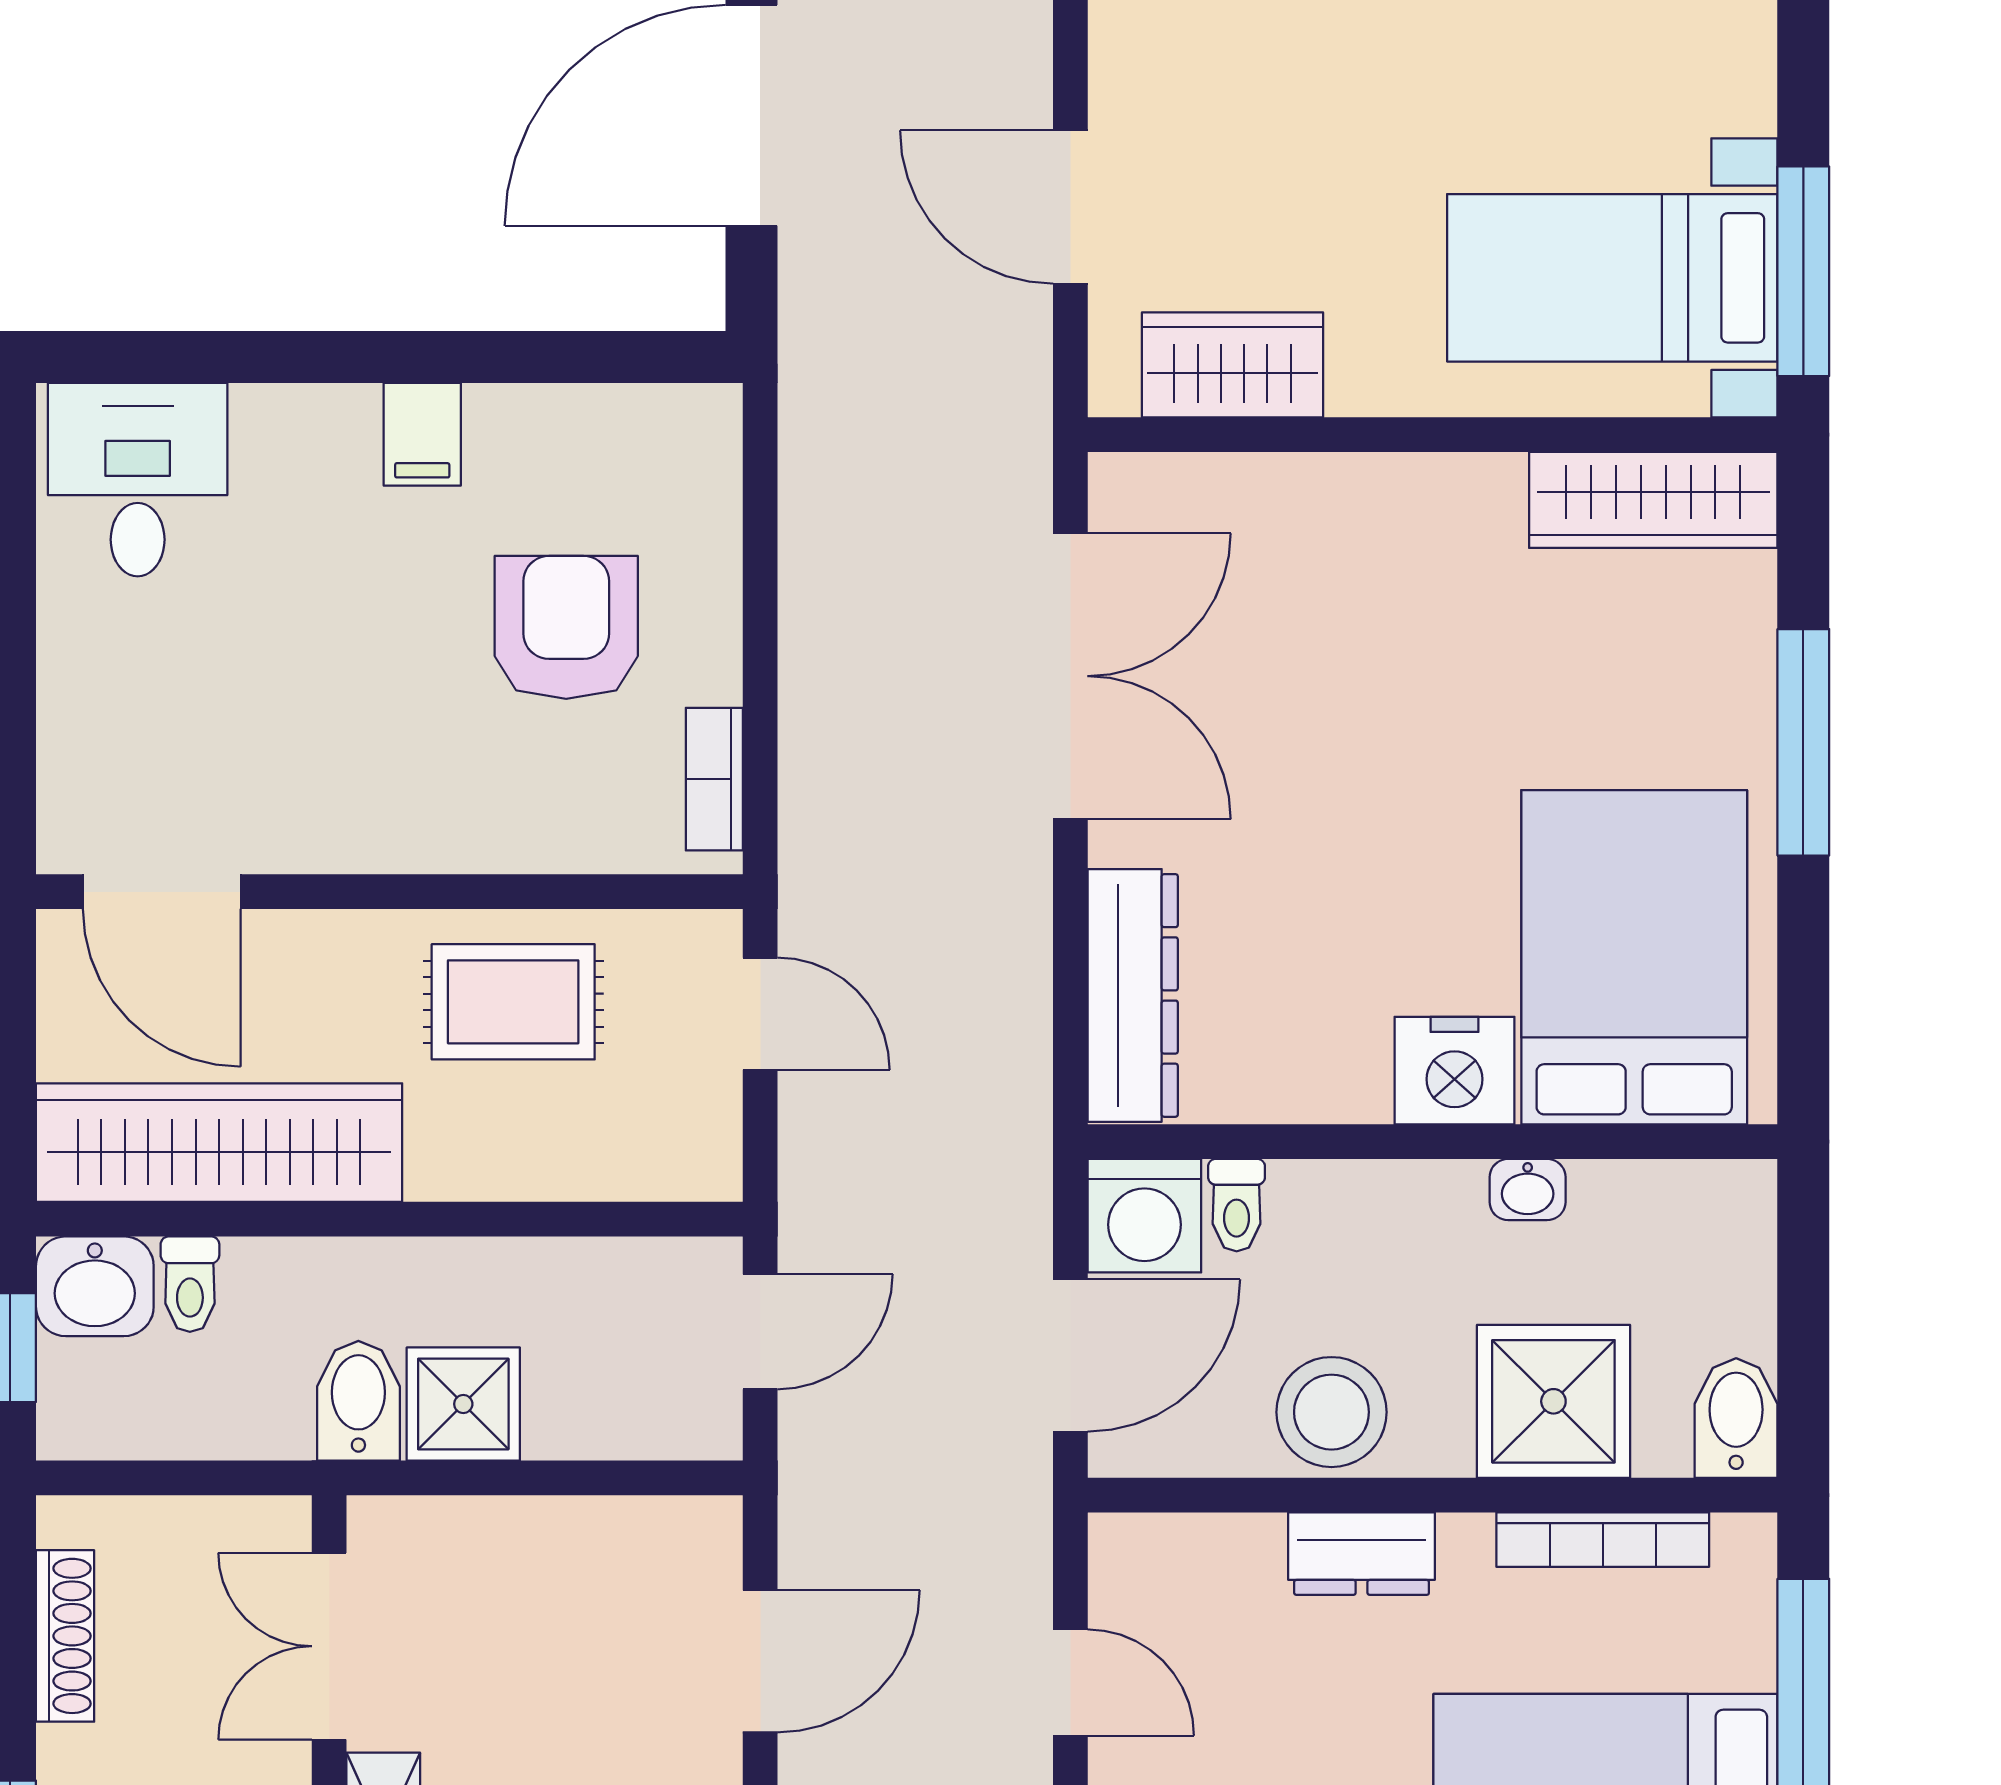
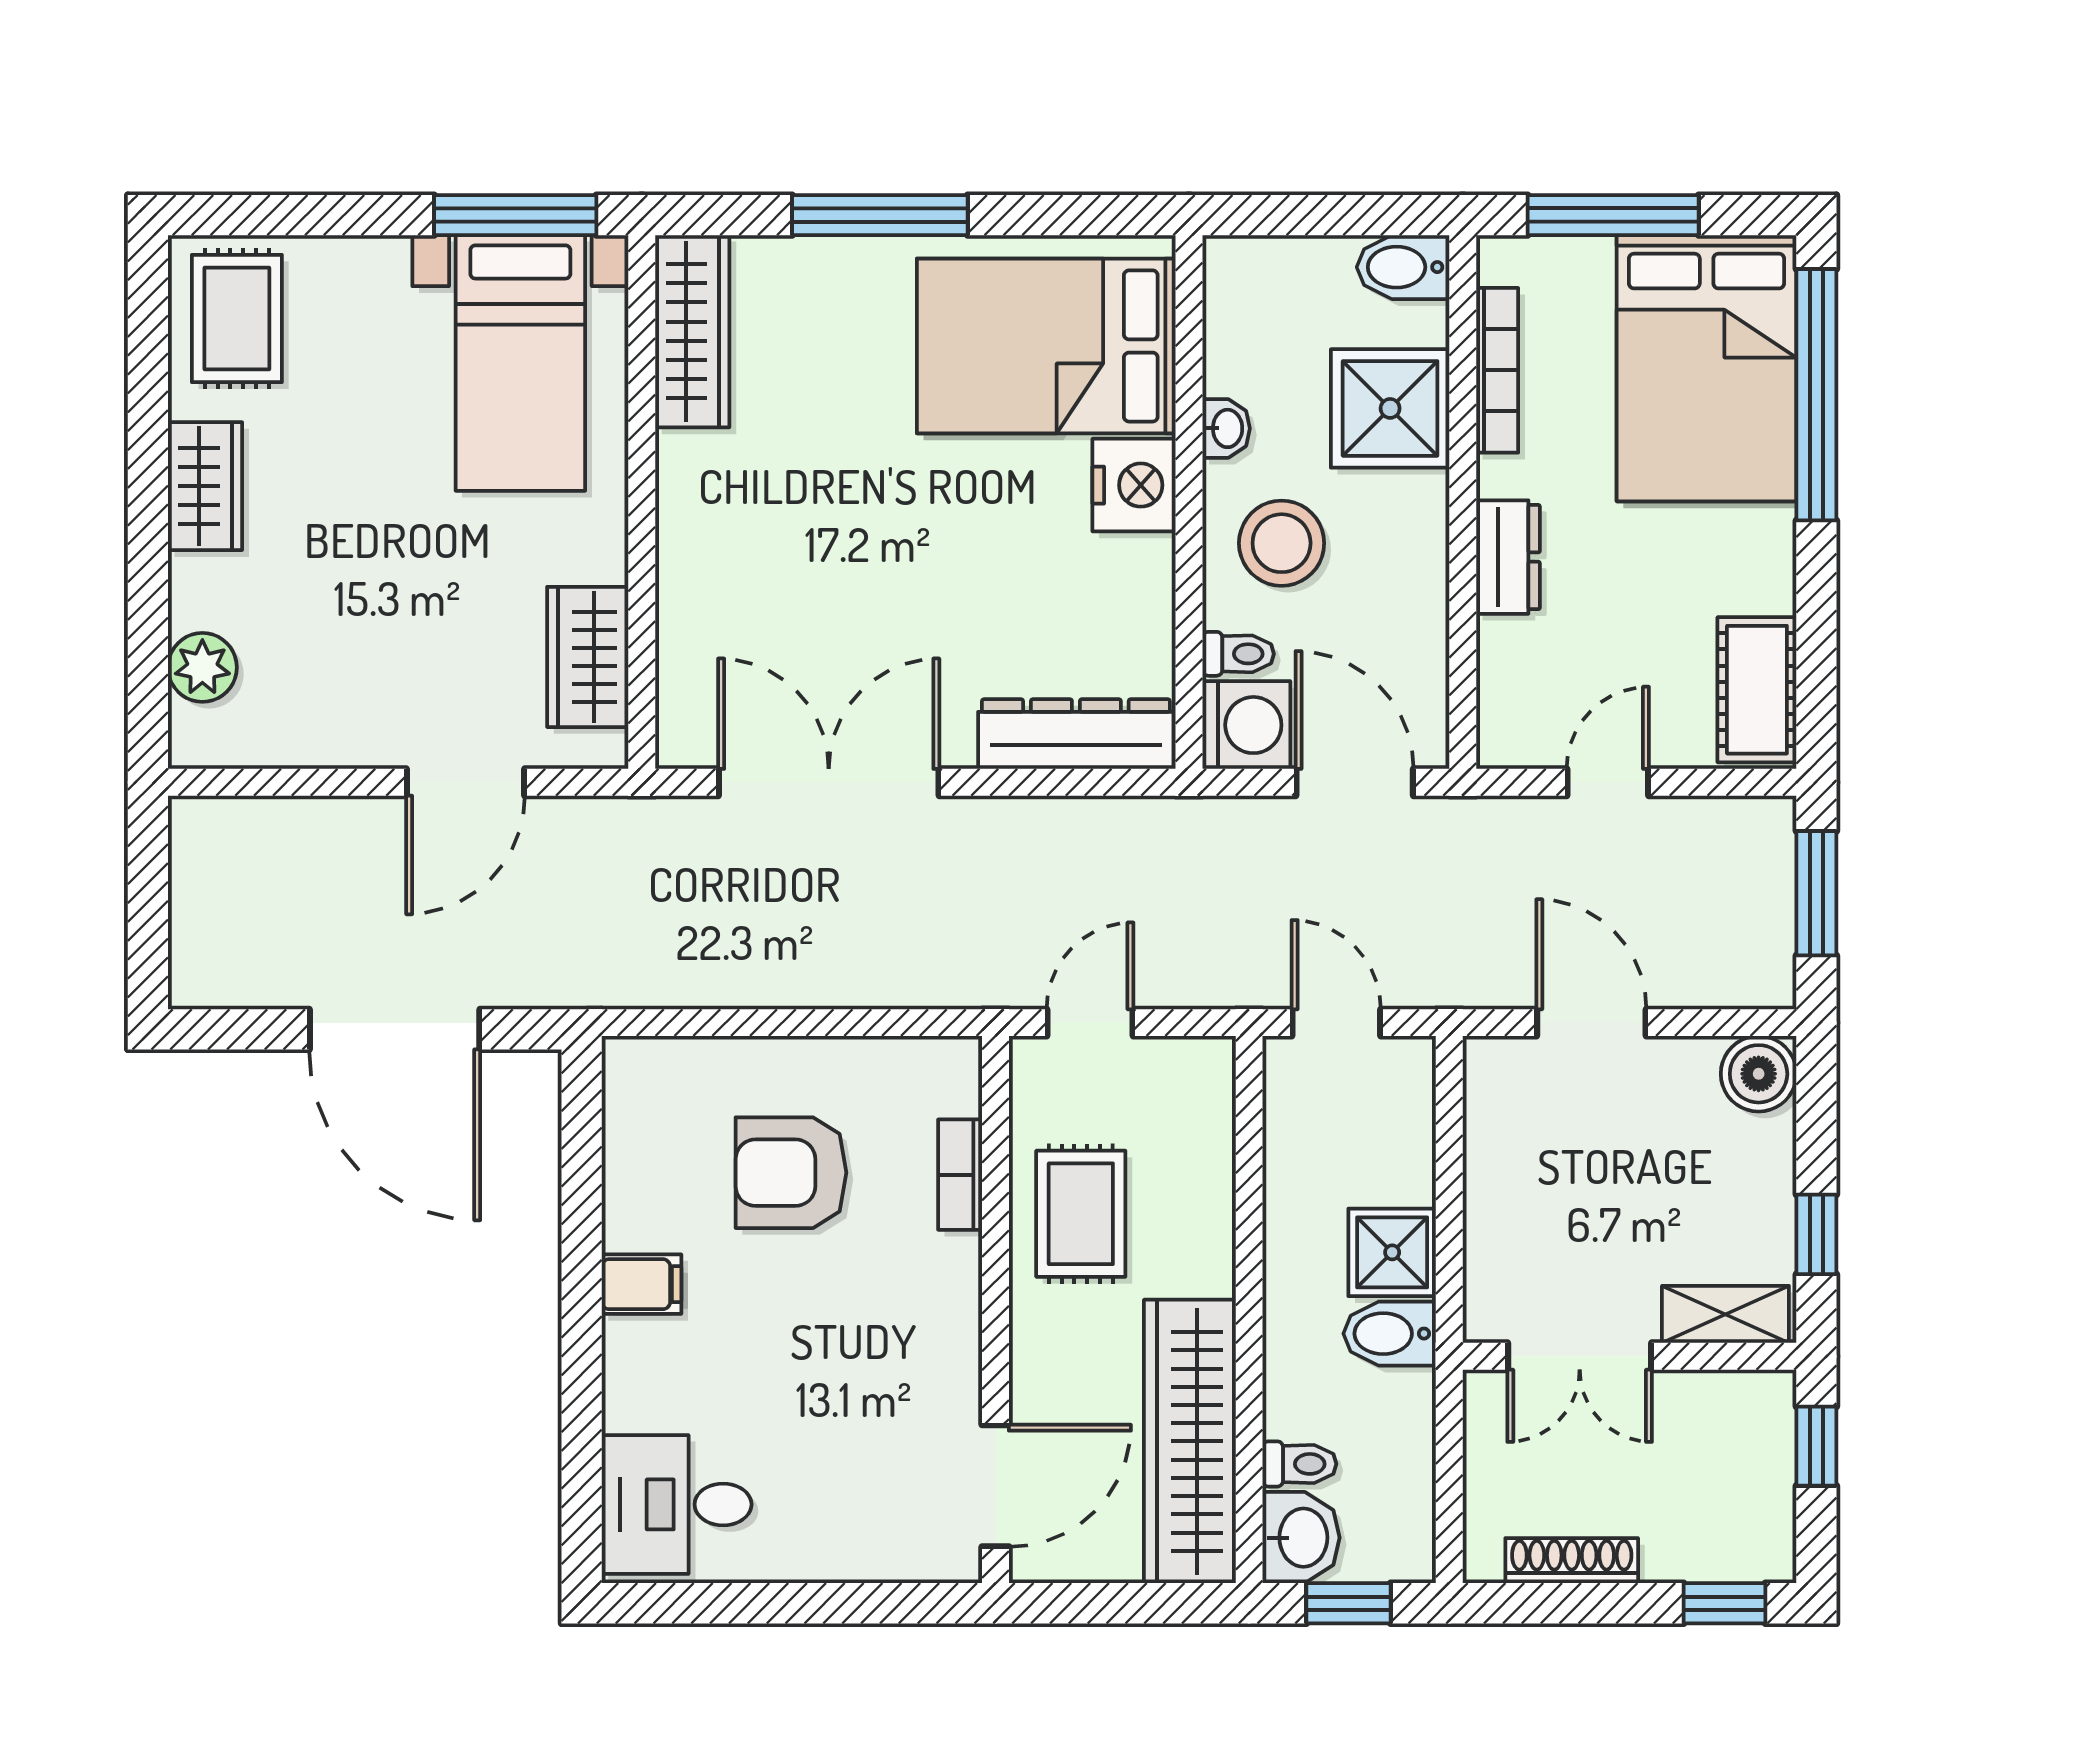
bookcase: (714, 779) -> (960, 1175), moved, turned 90
stool: (1331, 1412) -> (1282, 543), moved

